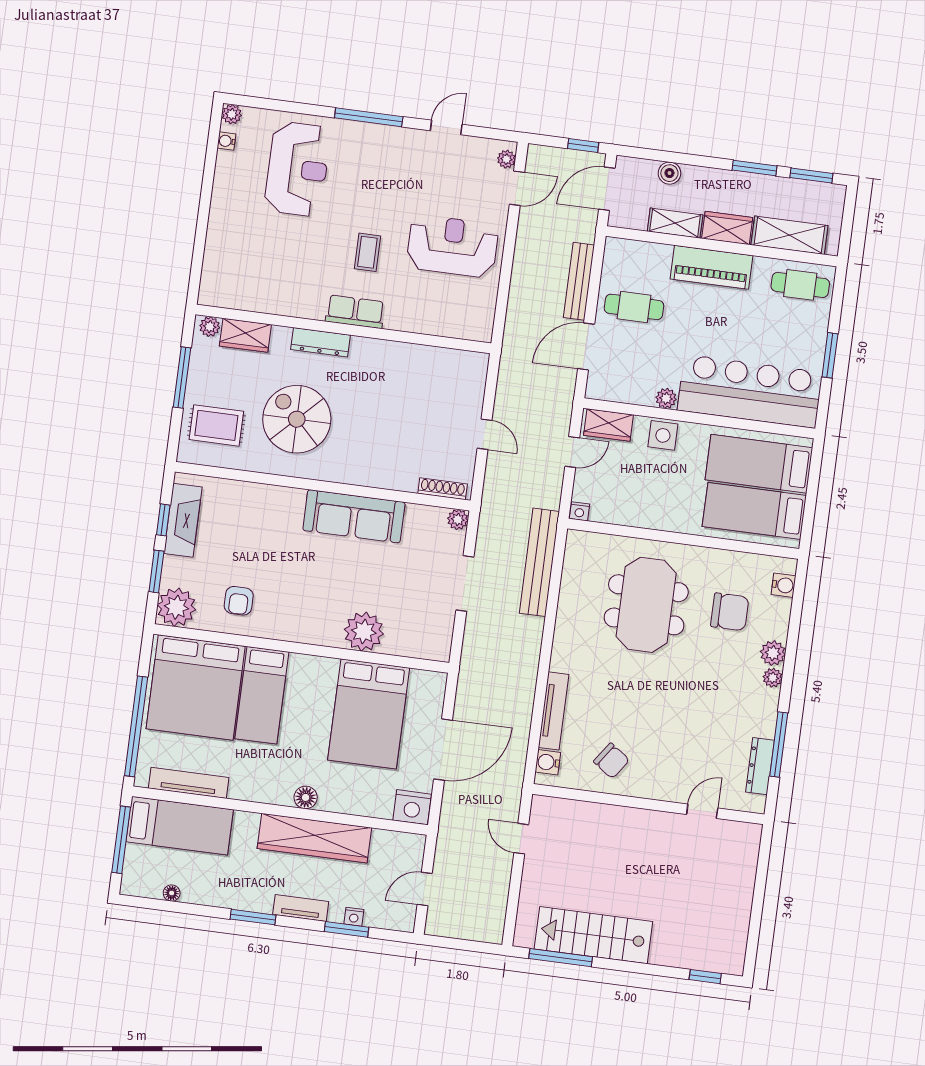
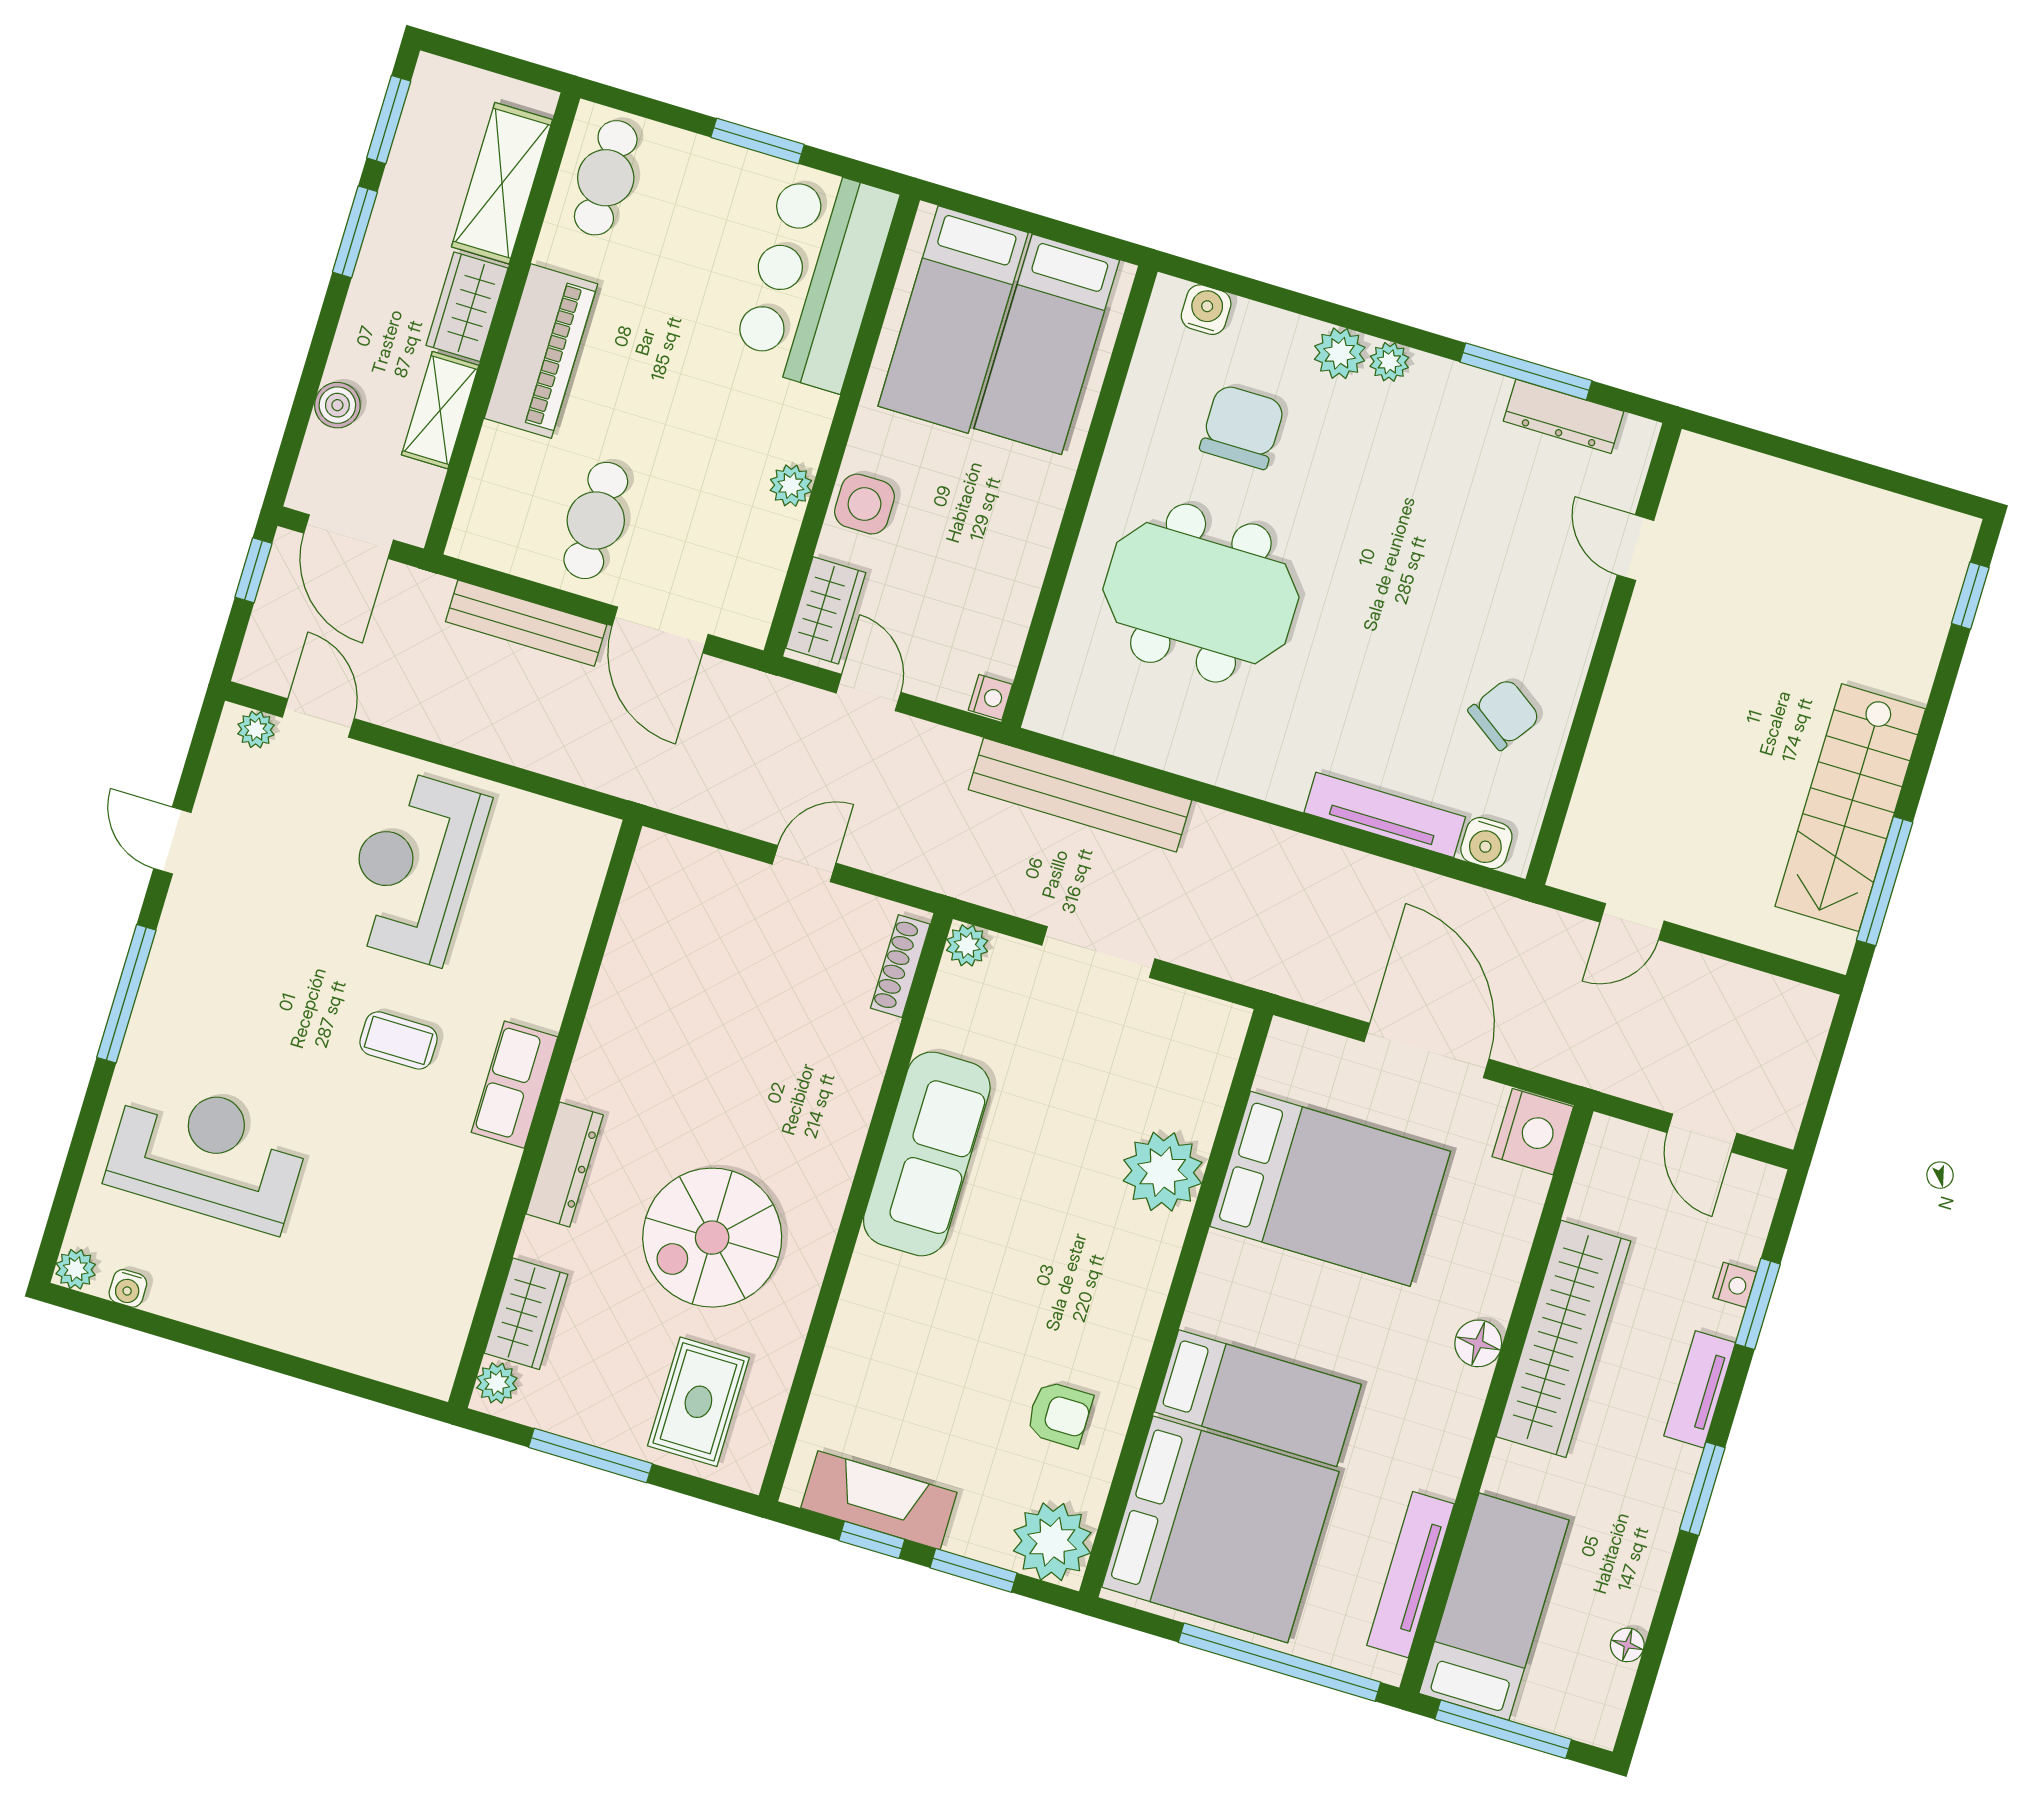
bar counter: (750, 391) -> (815, 278), width x0.73

